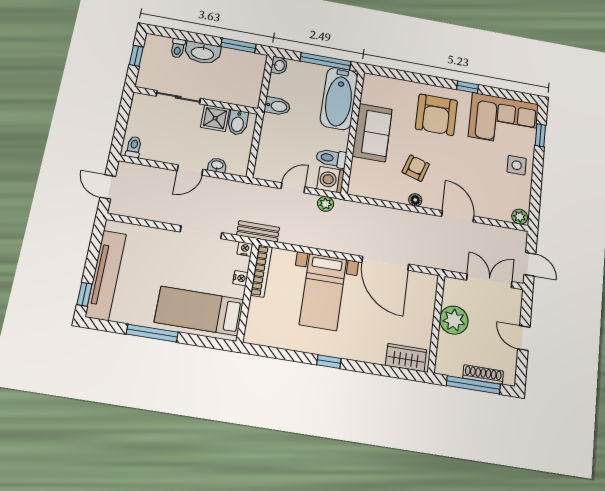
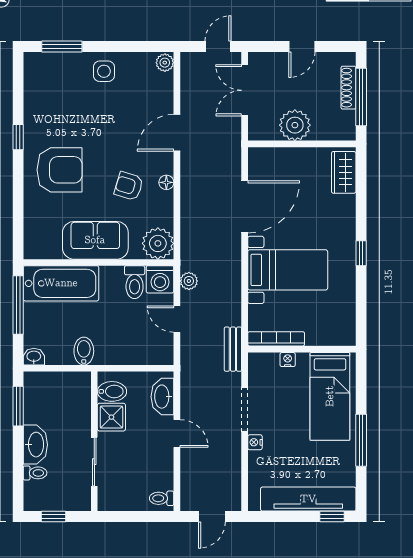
corner sofa: (504, 120) -> (51, 91), removed
window: (540, 135) -> (62, 46), width x1.50
washbasin: (217, 165) -> (162, 397), width x1.91, depth x1.45
plant: (363, 183) -> (158, 243), added
nightstand: (245, 249) -> (255, 442), moved

